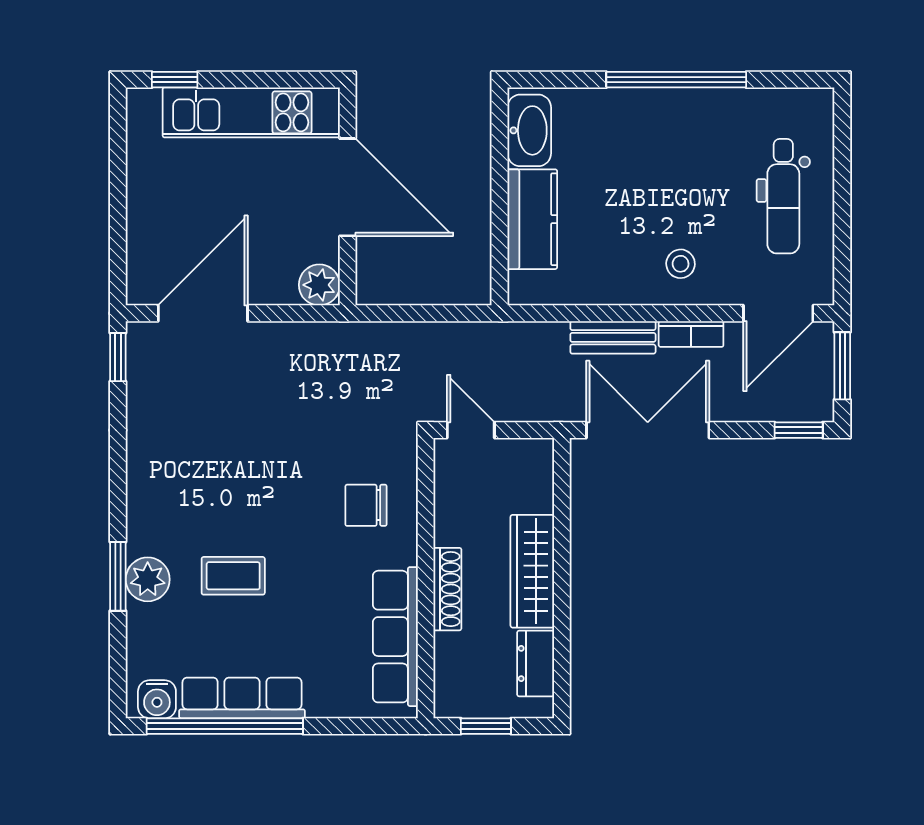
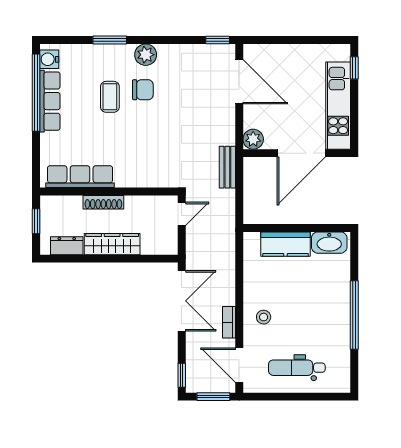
bench: (613, 337) -> (227, 167), moved
chair: (366, 505) -> (143, 90), moved, turned 90
plant: (148, 579) -> (146, 55), moved

